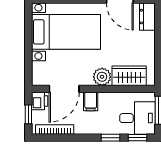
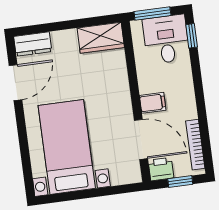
wardrobe: (129, 76) -> (101, 38), moved, turned -90
plant: (102, 77) -> (119, 92), removed
window: (111, 138) -> (196, 71), removed

